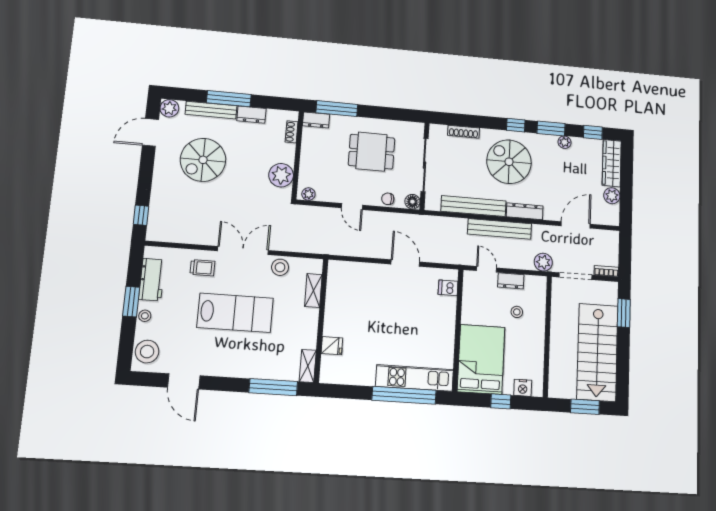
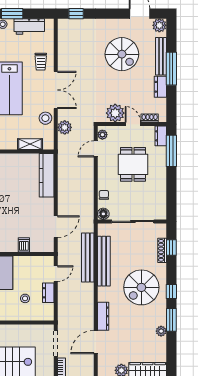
window: (593, 132) -> (171, 248), moved
dining table: (372, 152) -> (133, 164), moved
door: (298, 154) -> (133, 124), added
spiral stairs: (203, 160) -> (122, 54), turned 180
spiral stairs: (509, 162) -> (141, 287), turned 180
door: (352, 206) -> (96, 149), moved
dresser: (525, 211) -> (103, 316), moved
door: (576, 225) -> (96, 342), swing flipped
bench: (500, 229) -> (88, 257), moved
plant: (543, 262) -> (65, 127), moved
door: (405, 263) -> (56, 227), moved
kitchen counter: (357, 271) -> (47, 175), added
dishwasher: (448, 288) -> (24, 245), moved

